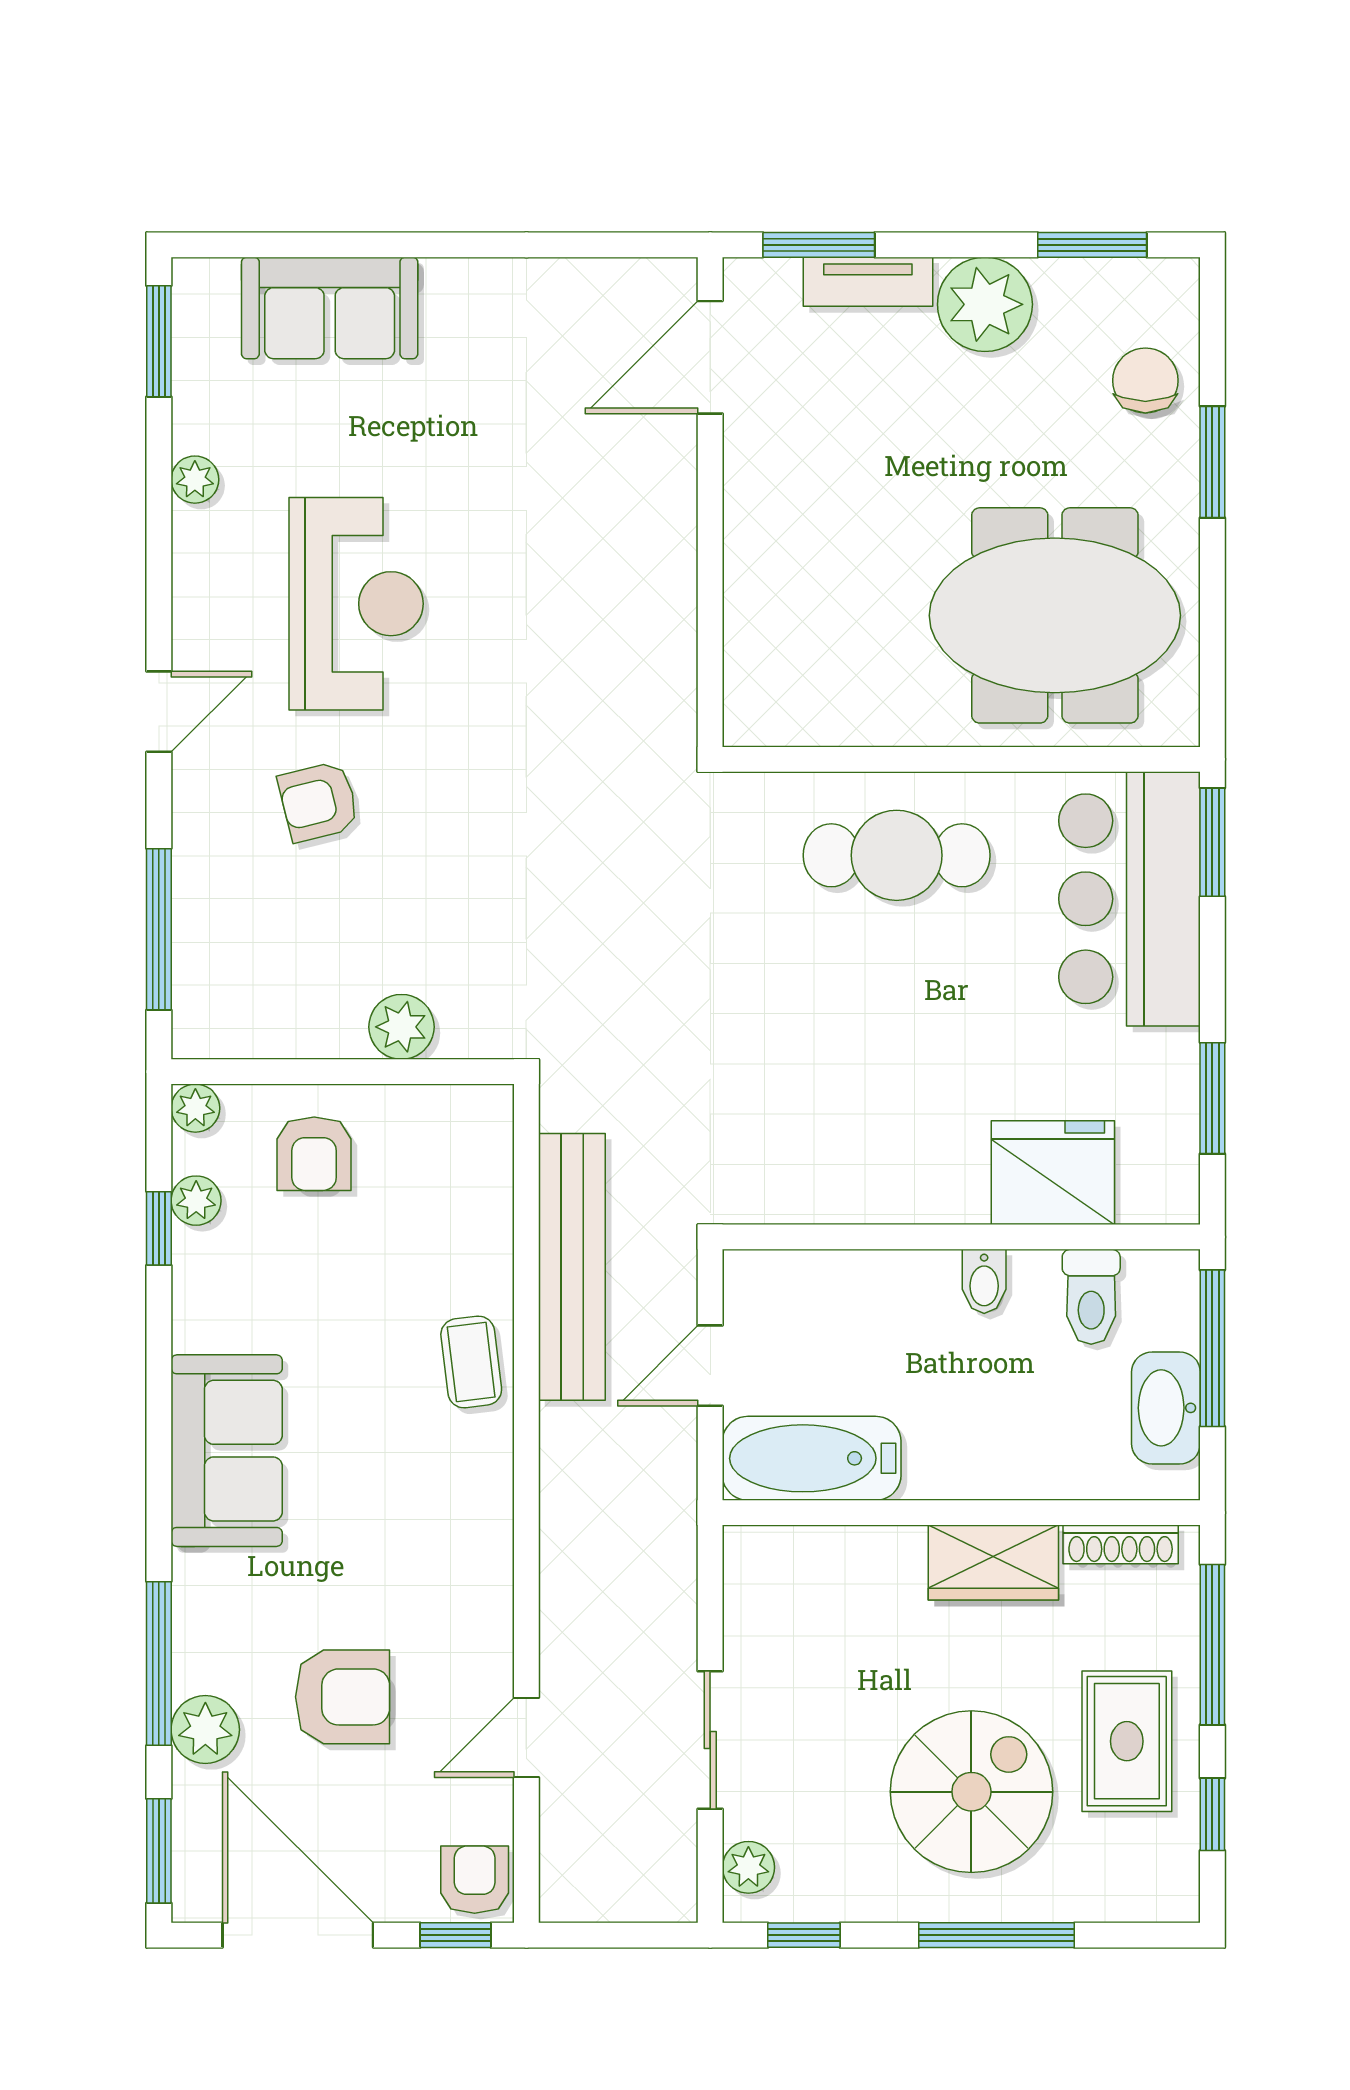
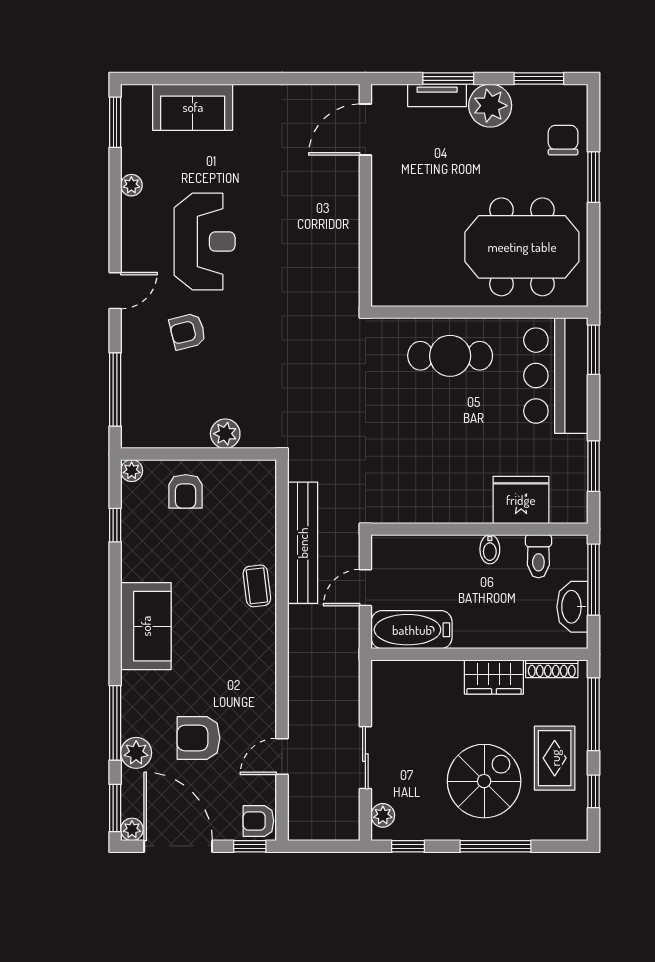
window: (819, 245) -> (448, 79), moved
plant: (196, 1201) -> (132, 829), moved
armchair: (343, 1697) -> (198, 738), turned 180
armchair: (475, 1880) -> (258, 821), turned -90

